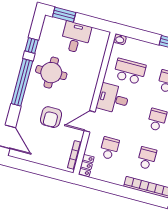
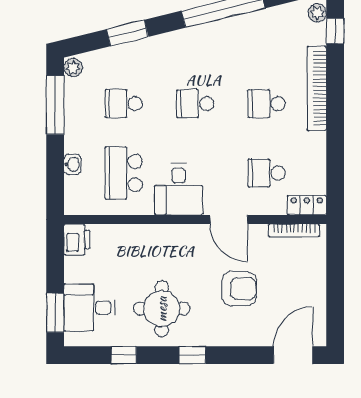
desk: (76, 37) -> (89, 308), moved
printer: (101, 37) -> (77, 240), added
washbasin: (120, 39) -> (72, 164), moved
window: (22, 82) -> (192, 355), width x0.32

